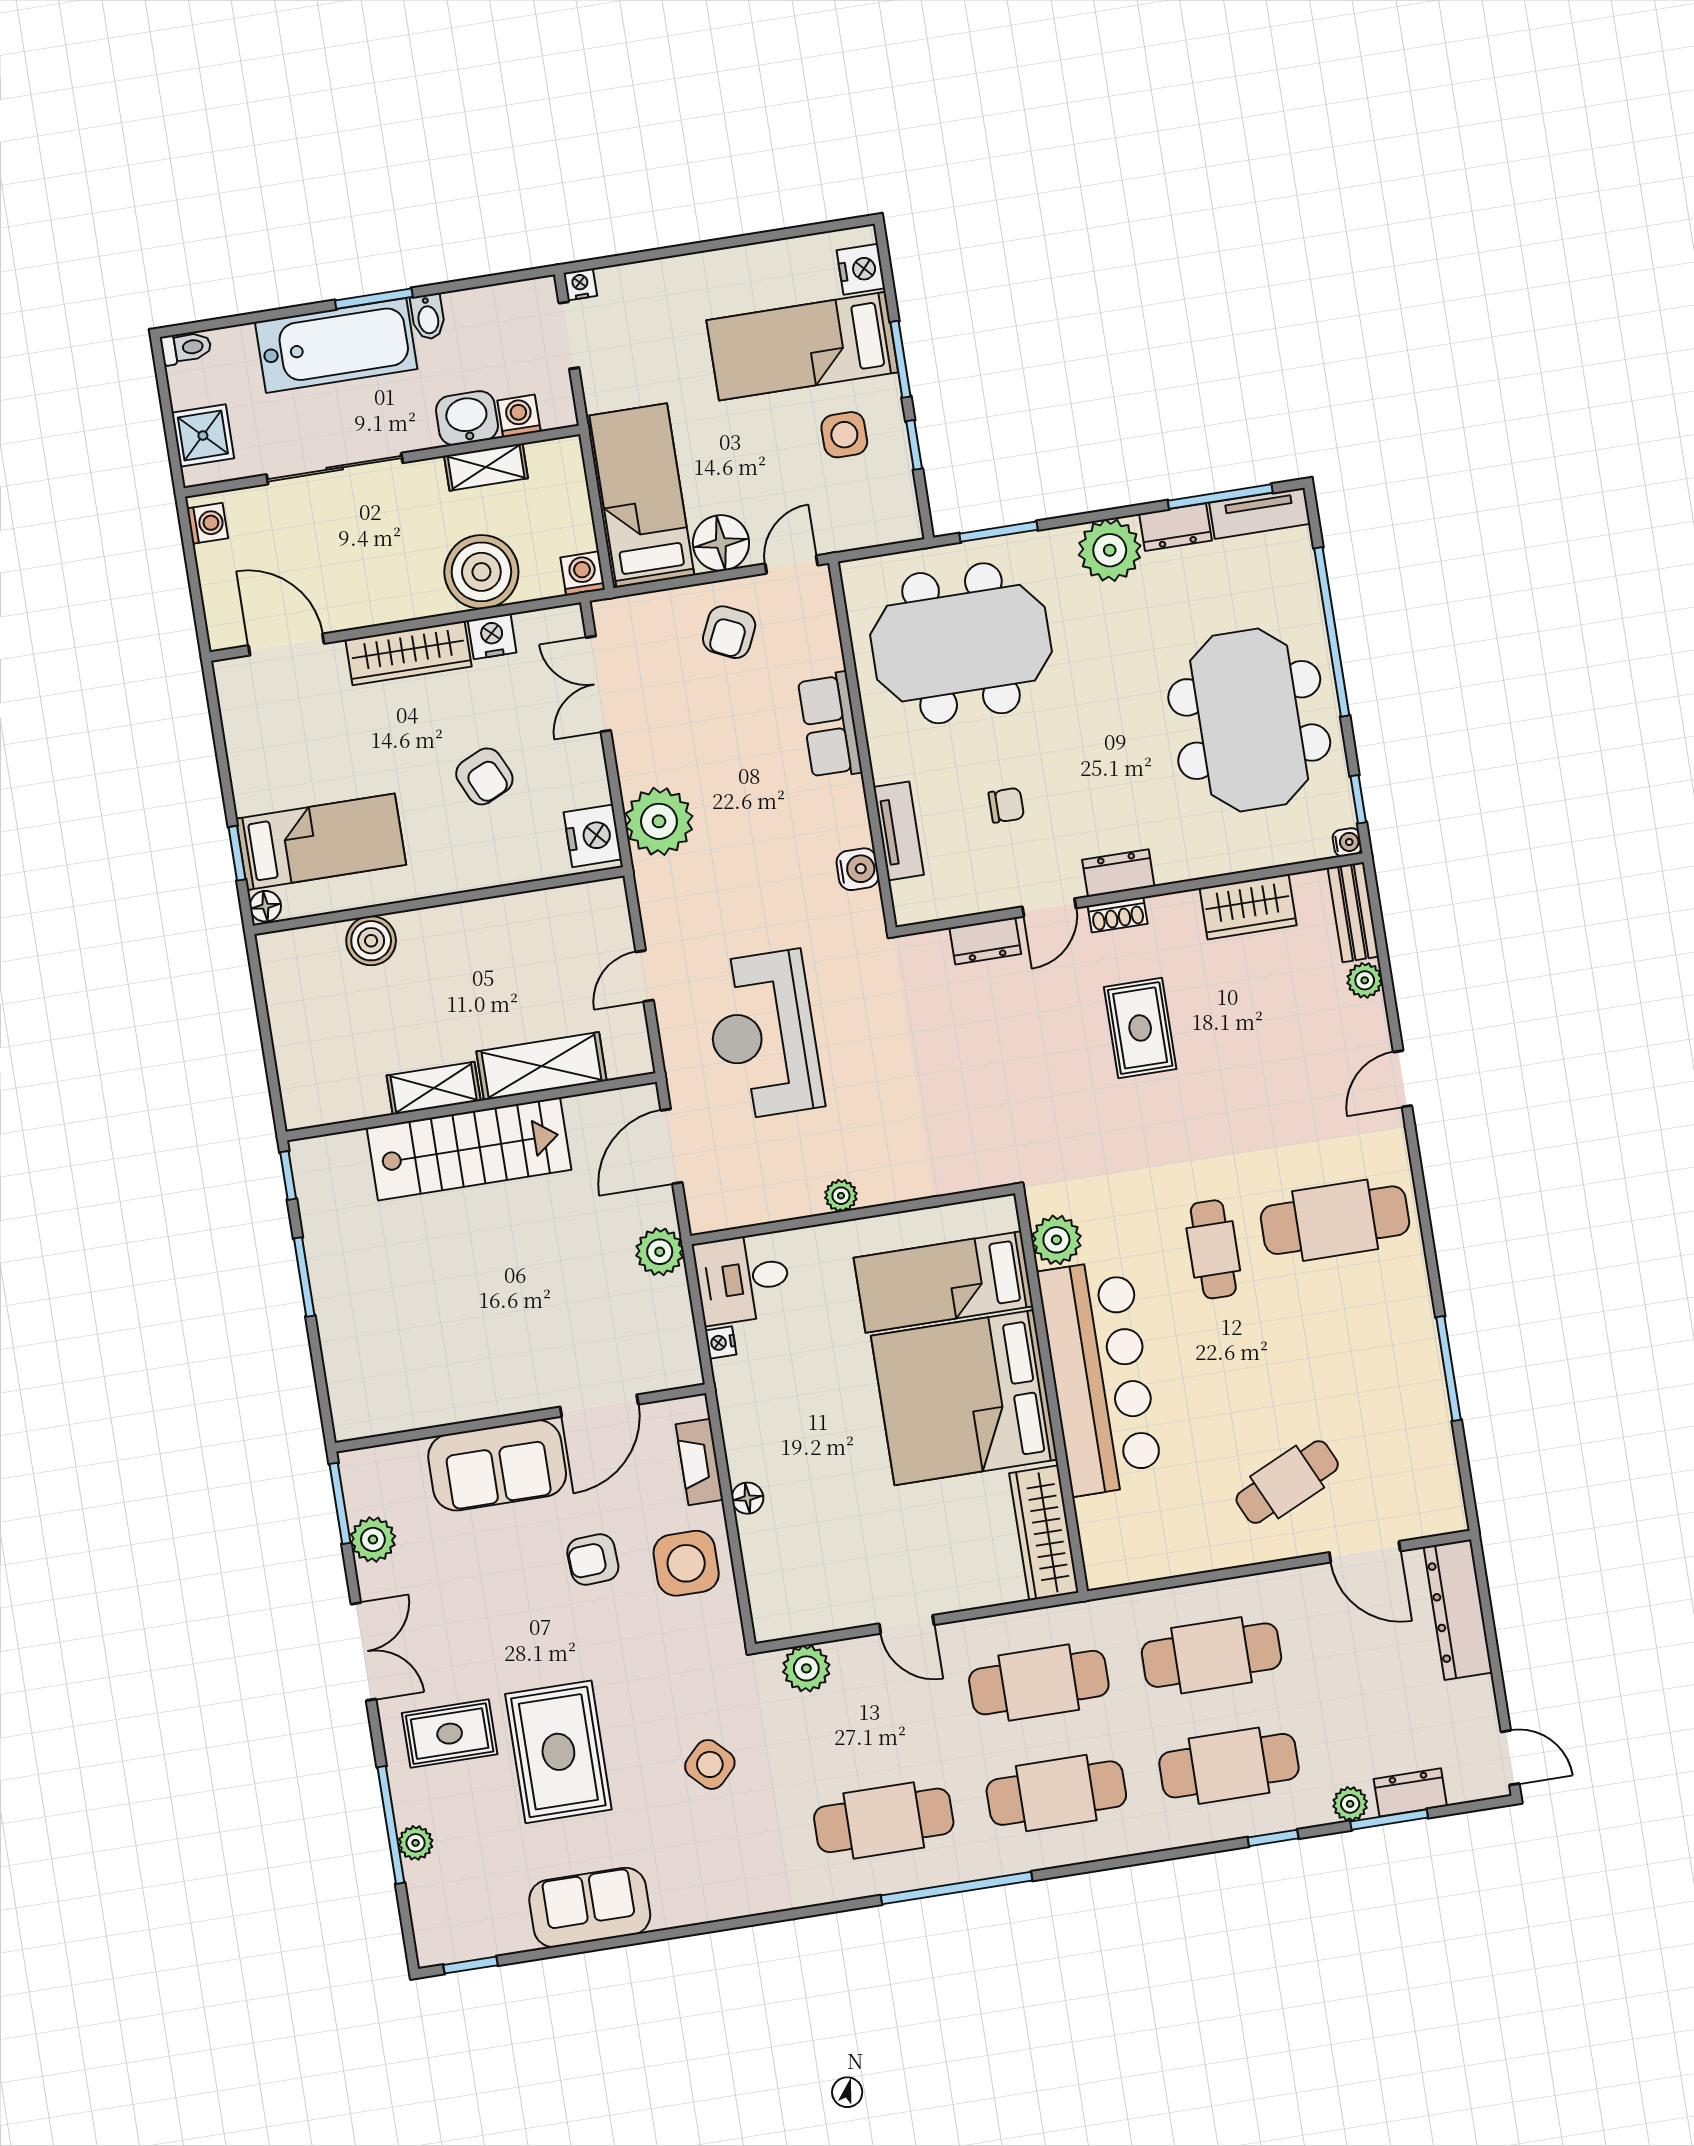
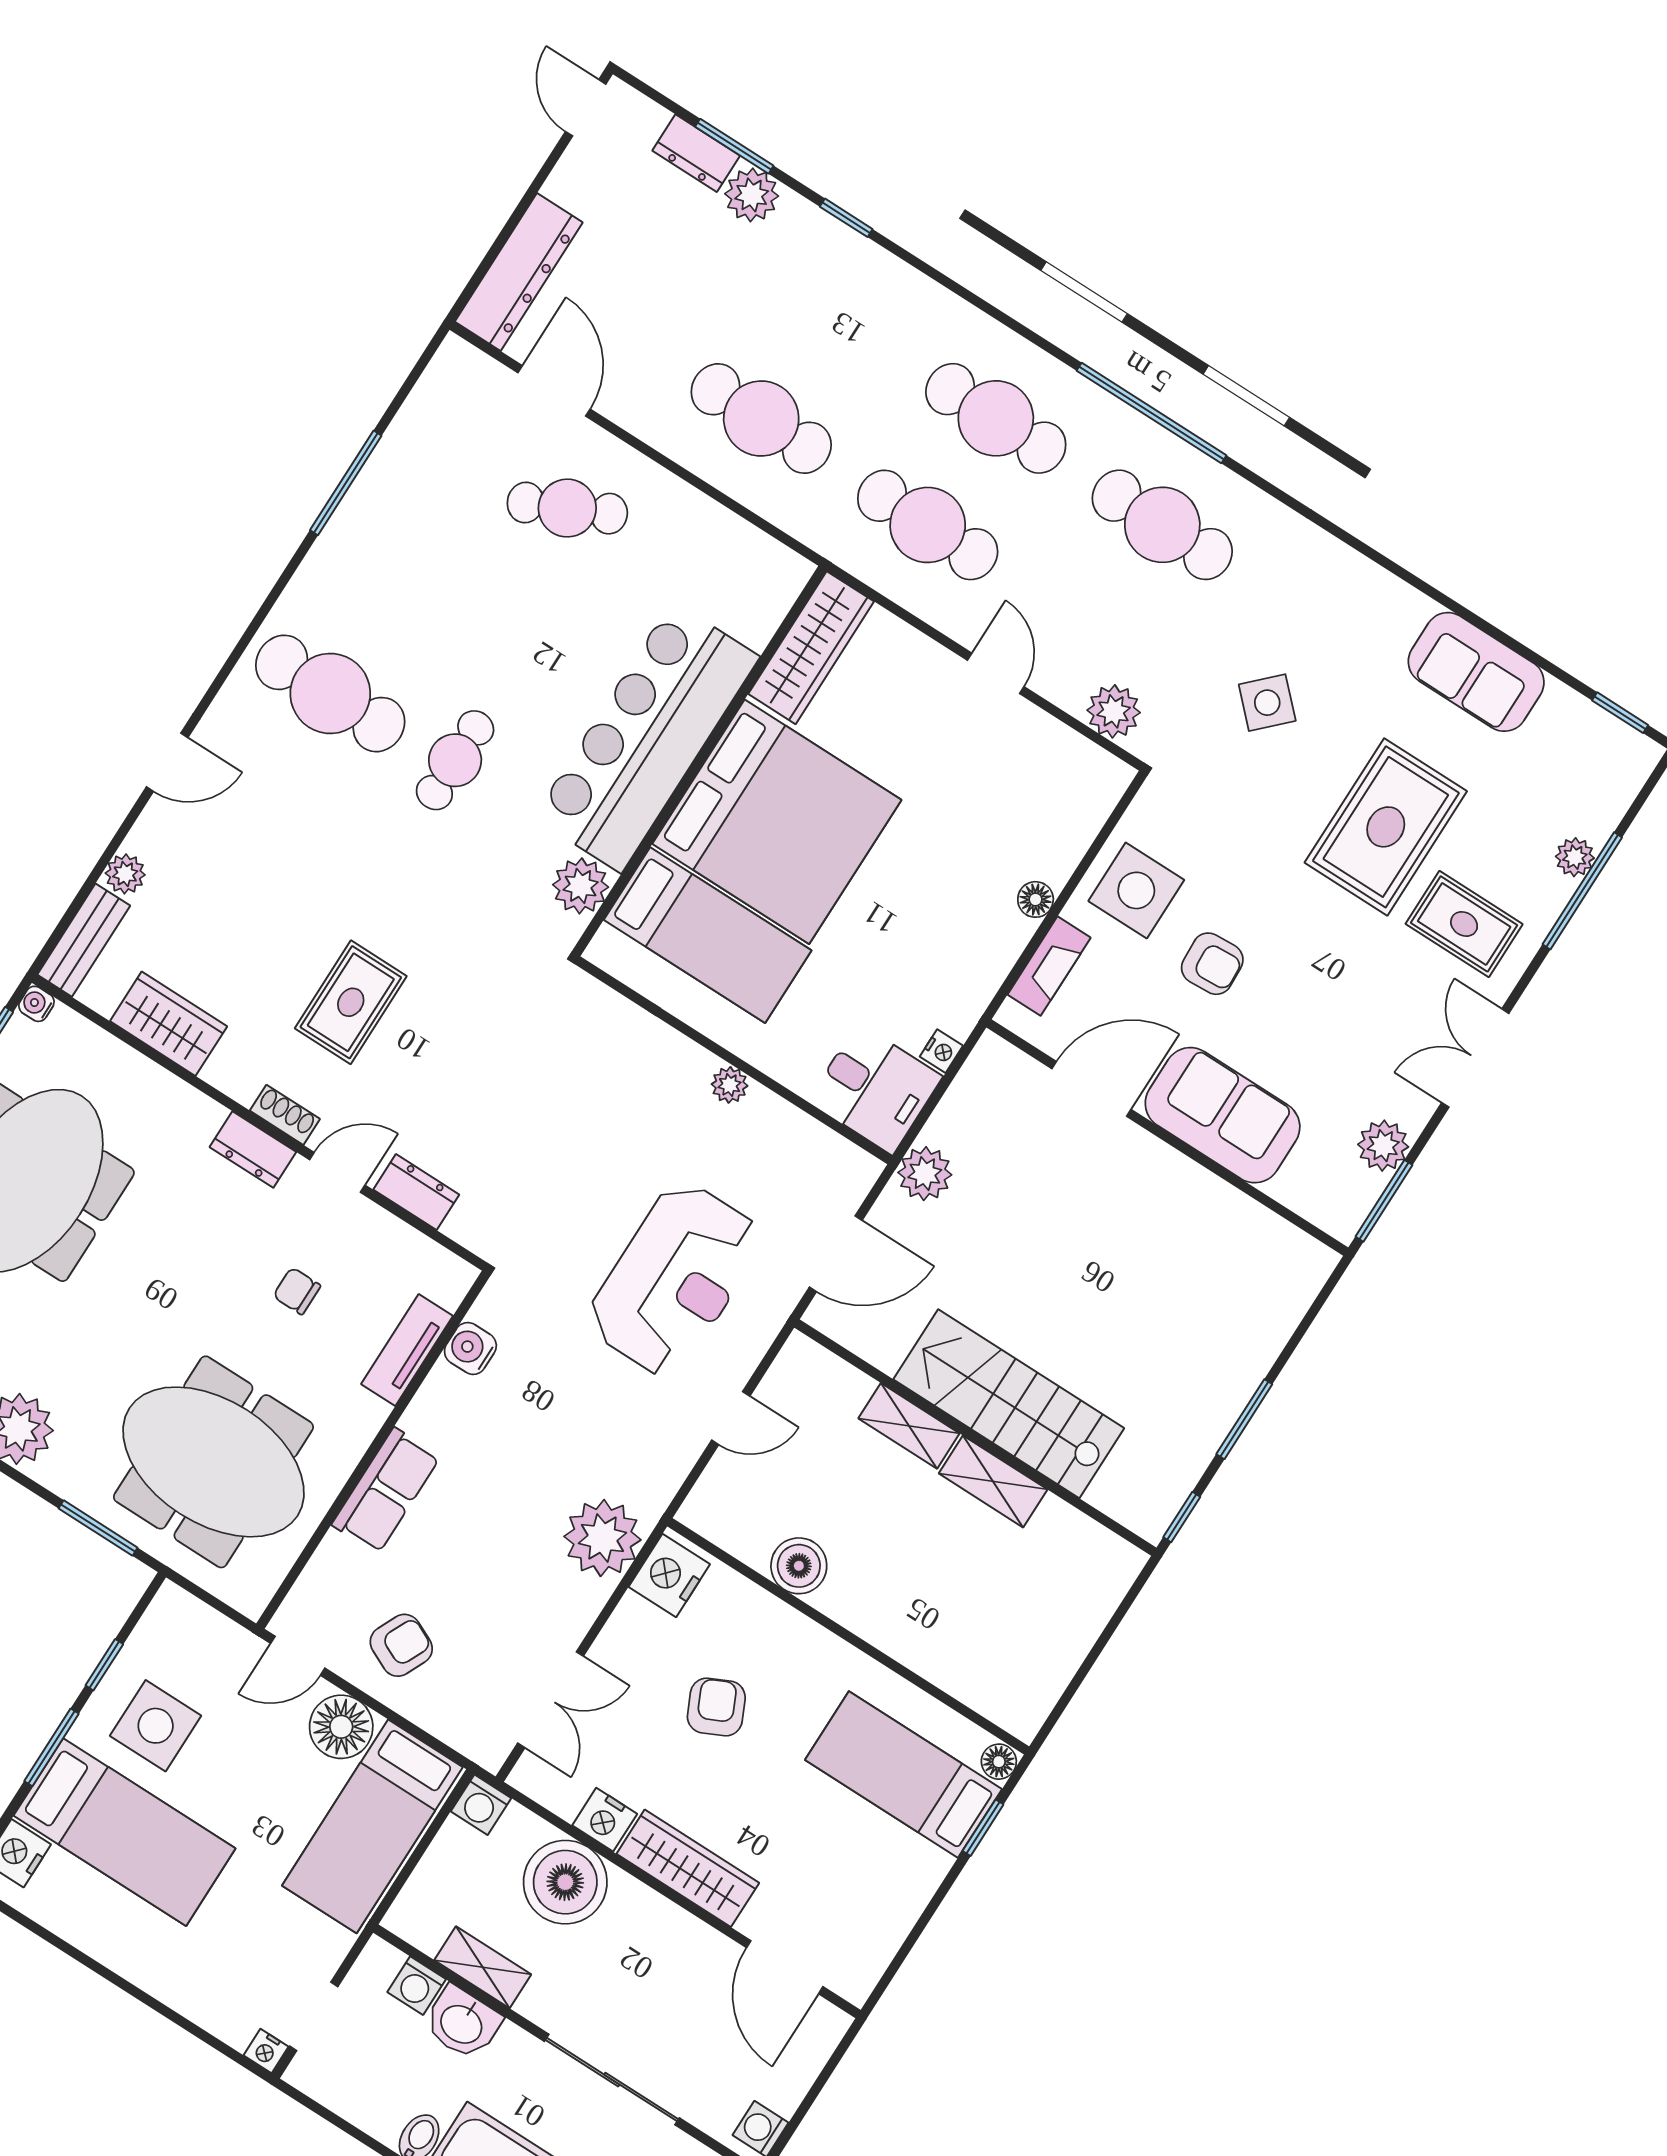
side table: (844, 435) -> (156, 1726), width x1.37, depth x1.37
boiler: (371, 941) -> (799, 1566), moved
shelving: (542, 1066) -> (909, 1426), width x0.67, depth x0.75
cafe table: (1229, 1766) -> (829, 312), removed
plant: (1350, 1804) -> (752, 195), width x1.38, depth x1.38

